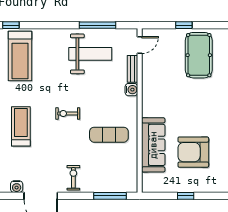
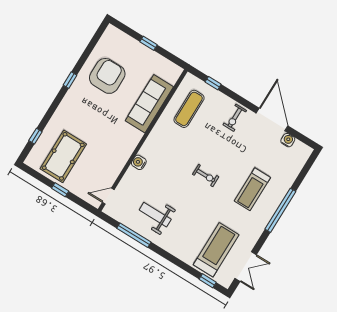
weight bench: (90, 54) -> (155, 215), width x0.73, depth x0.75
bench: (133, 69) -> (127, 180), removed
exercise mat: (109, 135) -> (189, 109), moved, turned 90
armchair: (193, 152) -> (107, 76), moved, turned -90
window: (110, 196) -> (213, 83), width x0.46

